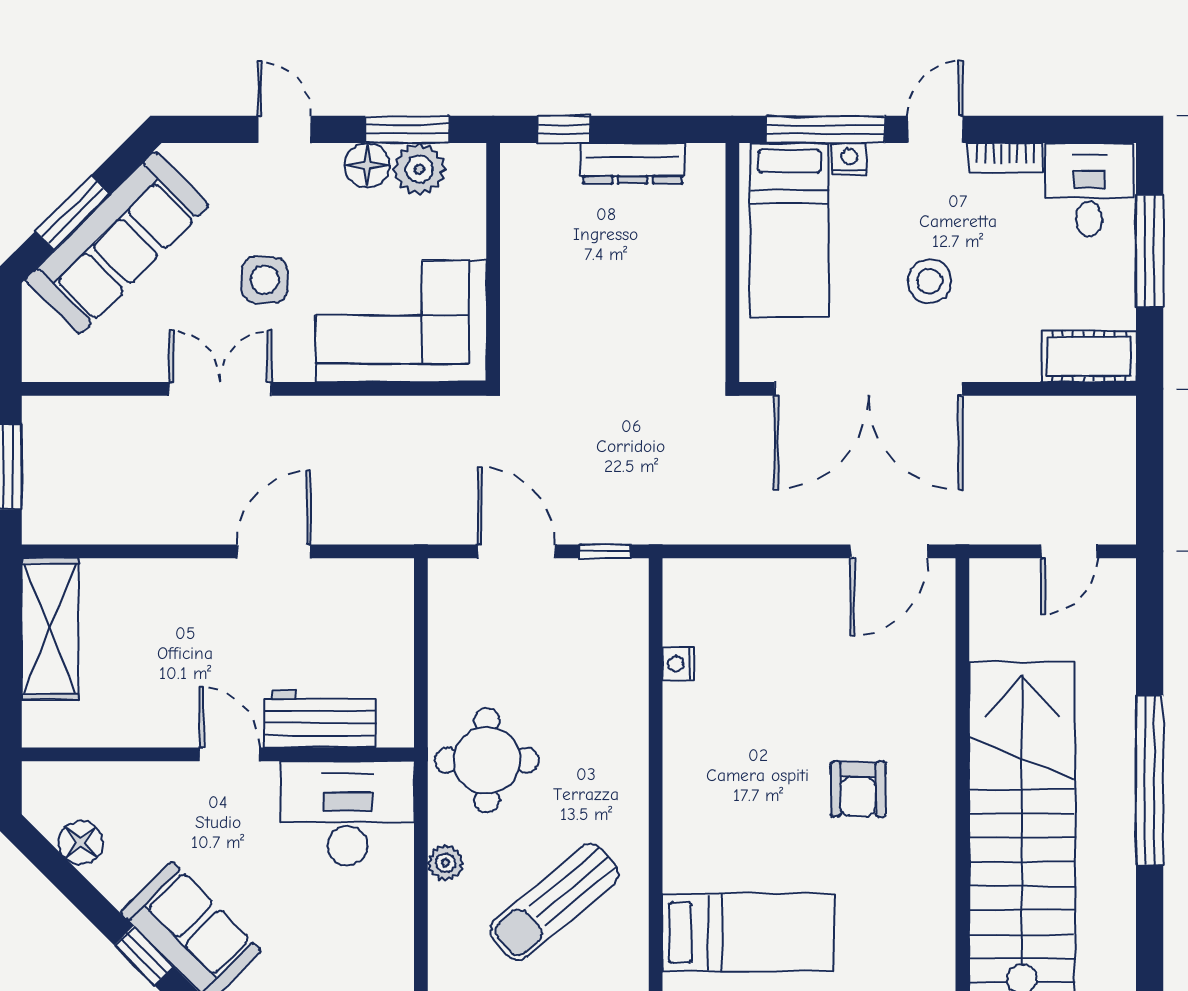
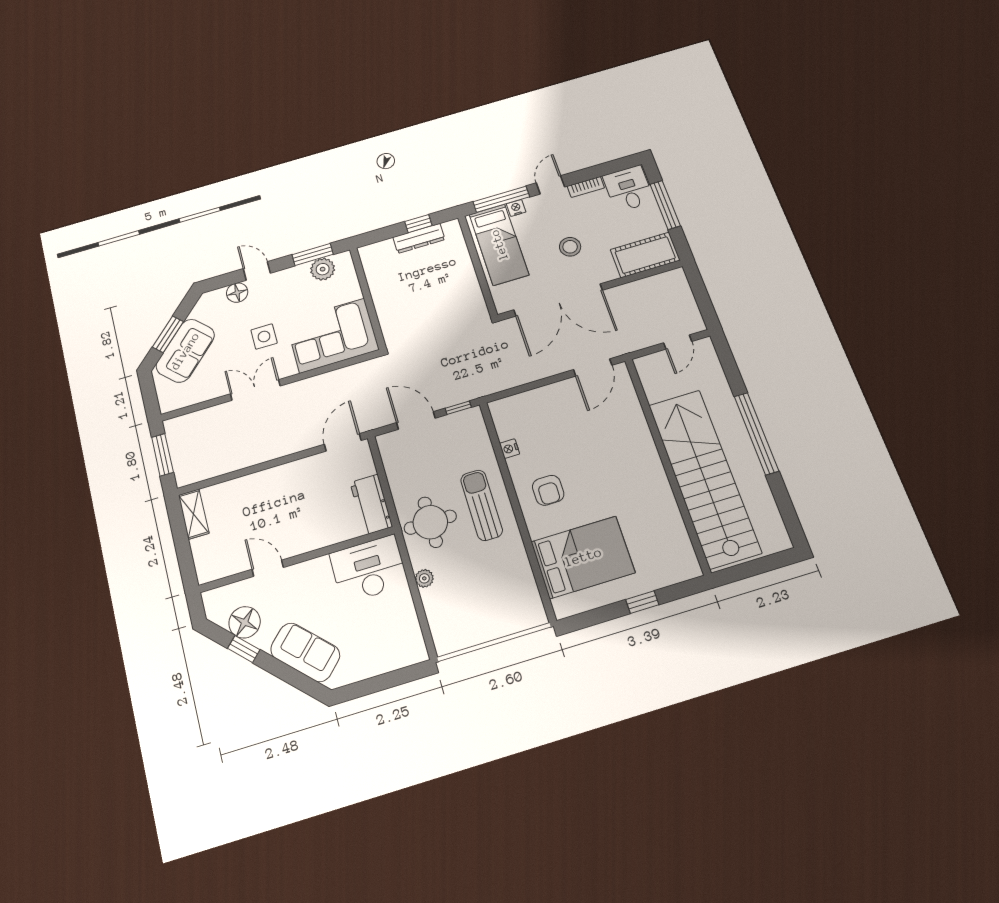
window: (564, 129) -> (418, 224), moved
floor lamp: (367, 165) -> (237, 293), moved
sofa: (117, 243) -> (185, 351), width x0.73
cot: (1089, 356) -> (645, 255), width x1.37, depth x1.34
door: (274, 551) -> (343, 442), moved
shelving: (50, 629) -> (194, 514), width x0.67, depth x0.75
workbench: (320, 719) -> (371, 505), moved, turned -90
door: (230, 754) -> (268, 568), moved
armchair: (858, 789) -> (548, 490), moved
floor lamp: (81, 843) -> (245, 622), width x1.38, depth x1.38
sun lounger: (554, 902) -> (482, 505), moved, turned 130
bed: (748, 932) -> (583, 557), width x1.50
window: (144, 956) -> (244, 649), moved

